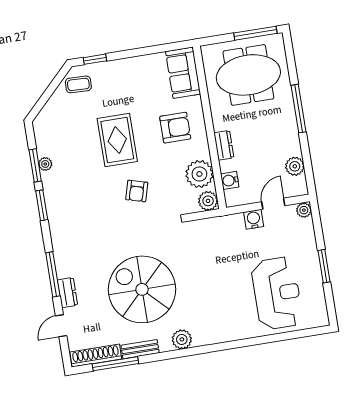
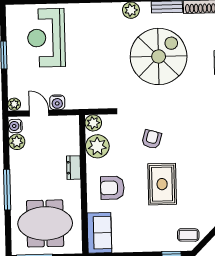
water cooler: (230, 180) -> (15, 126), moved, turned 180
door: (273, 204) -> (39, 113), swing flipped
spiral stairs: (142, 289) -> (159, 56), turned -90

